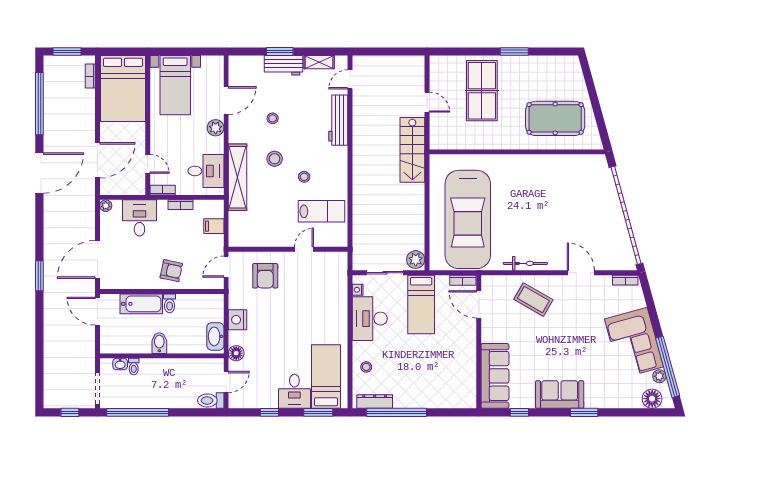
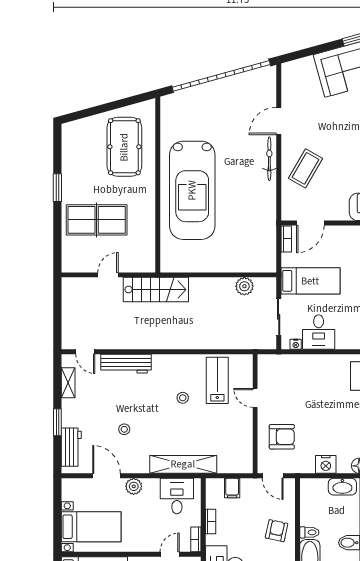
workbench: (284, 65) -> (71, 447), moved
stool: (275, 159) -> (165, 427), removed
car: (468, 219) -> (192, 190), moved, turned 90
plant: (416, 260) -> (244, 286), moved
bicycle: (525, 263) -> (269, 159), moved
bookcase: (625, 280) -> (286, 77), removed
desk: (370, 319) -> (319, 332), width x0.73

